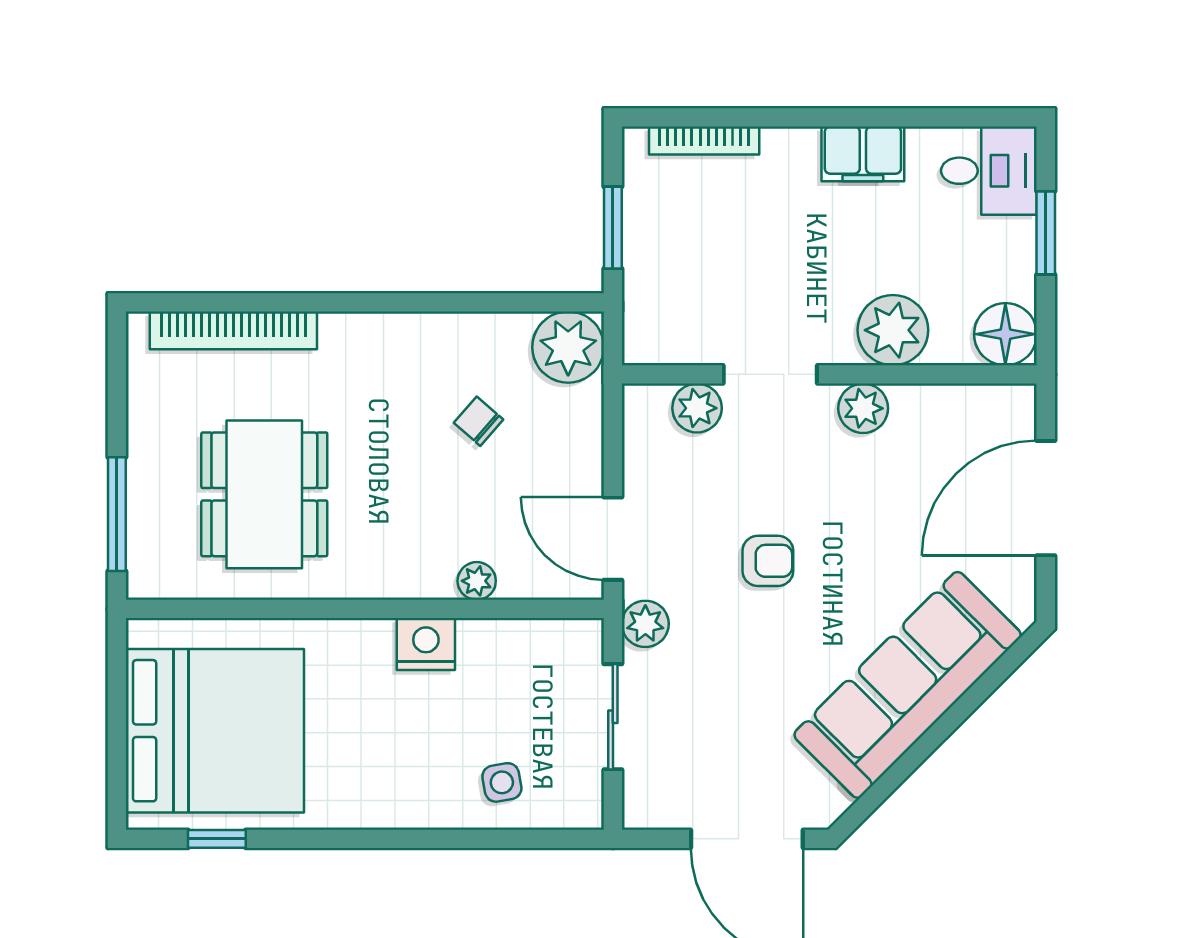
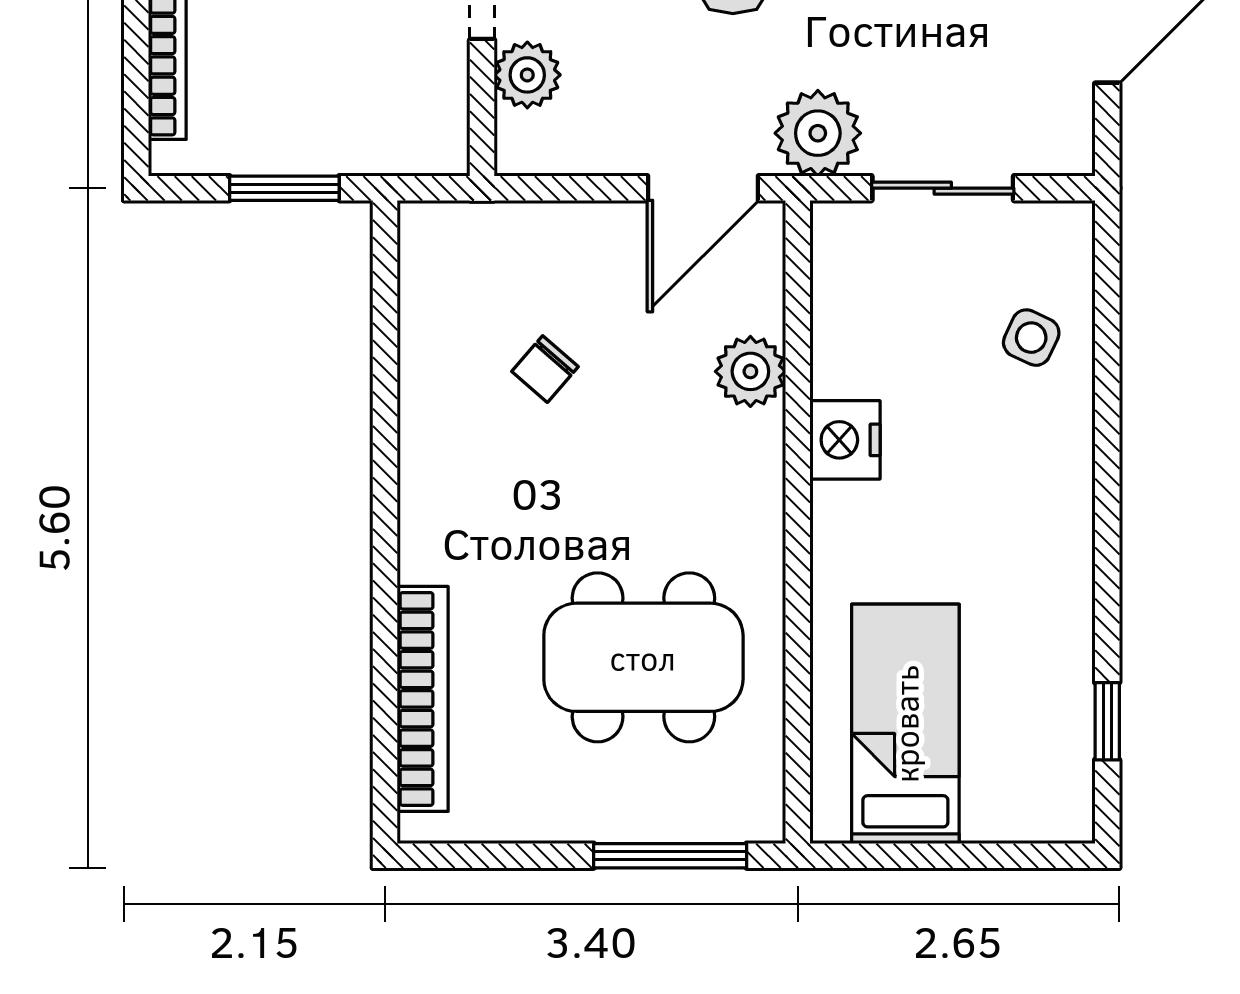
plant: (568, 347) -> (445, 248), removed
plant: (477, 581) -> (750, 371), width x1.38, depth x1.38
plant: (645, 624) -> (818, 133), width x1.36, depth x1.36
bed: (215, 731) -> (905, 724), width x0.49
side table: (502, 782) -> (1031, 338), turned 35

